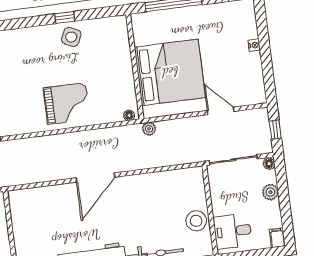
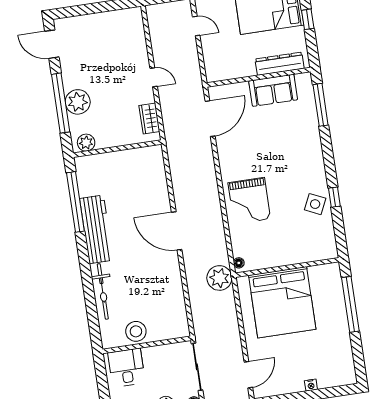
door: (221, 111) -> (248, 375), moved
plant: (149, 129) -> (219, 278), width x1.88, depth x1.88

